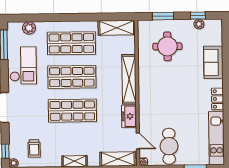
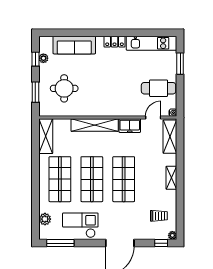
sofa: (213, 62) -> (74, 45), width x1.36

